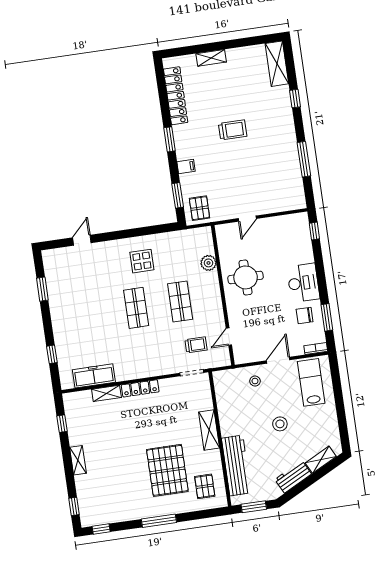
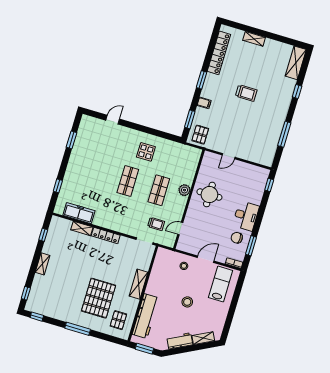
plant: (208, 263) -> (184, 190), moved

